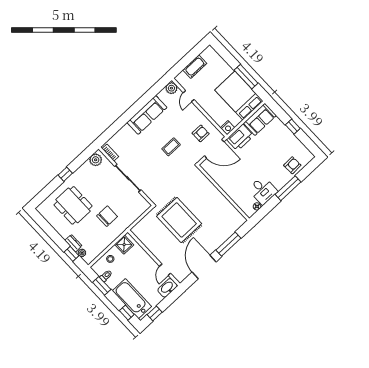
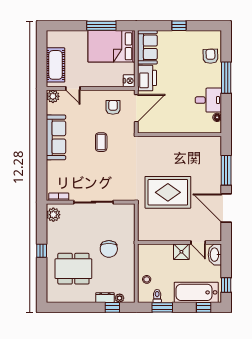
cot: (195, 67) -> (56, 65), width x1.37, depth x1.34
chair: (107, 216) -> (109, 249), turned 180
shower: (124, 245) -> (181, 252), moved

